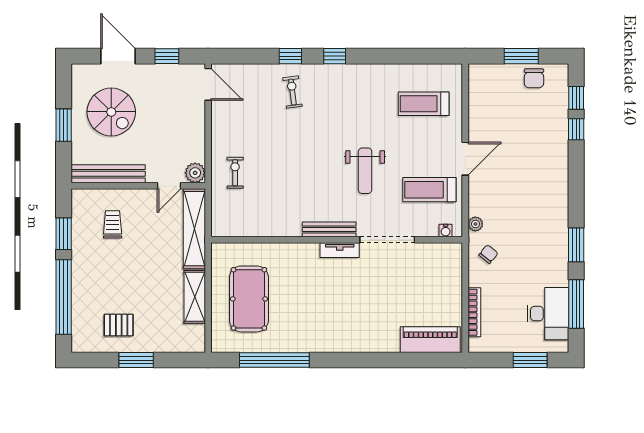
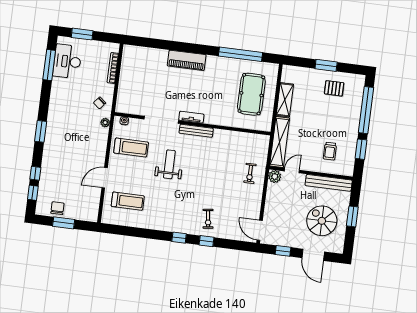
door: (465, 159) -> (105, 178), moved
window: (576, 245) -> (41, 131), moved
piano: (430, 340) -> (187, 60), moved

